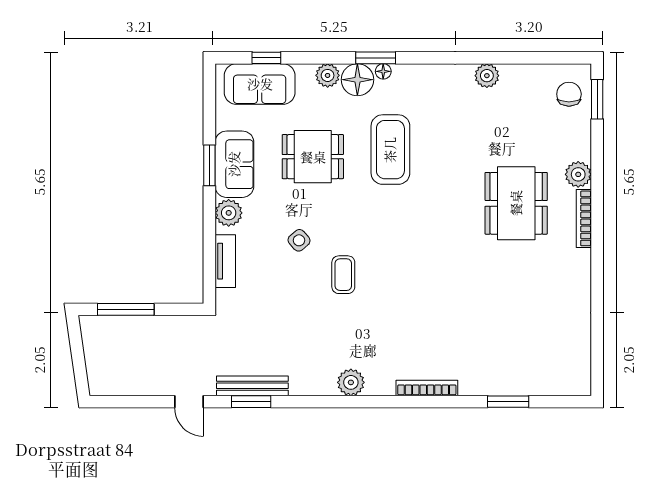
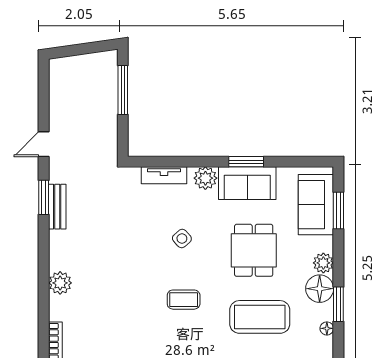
window: (266, 58) -> (338, 211), width x1.50
floor lamp: (383, 71) -> (327, 328), moved
coffee table: (343, 275) -> (184, 300), moved
bench: (252, 386) -> (57, 207), width x0.73

